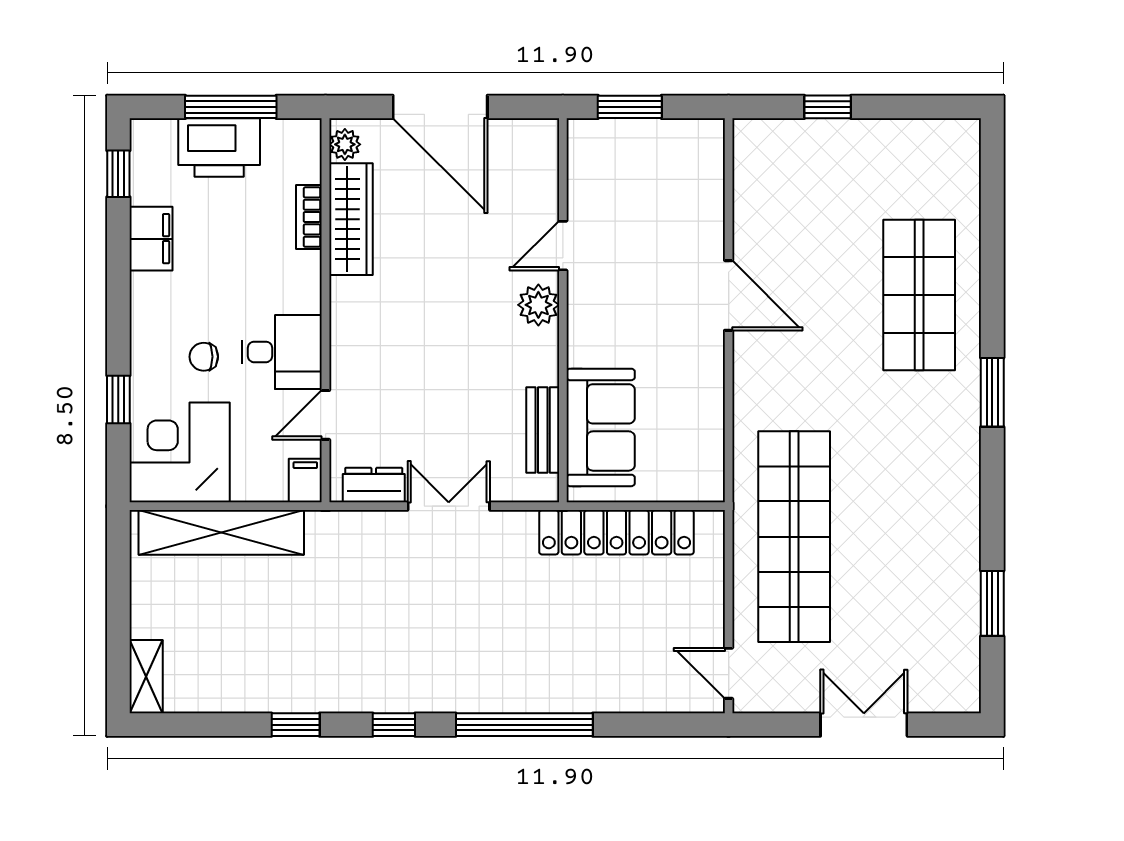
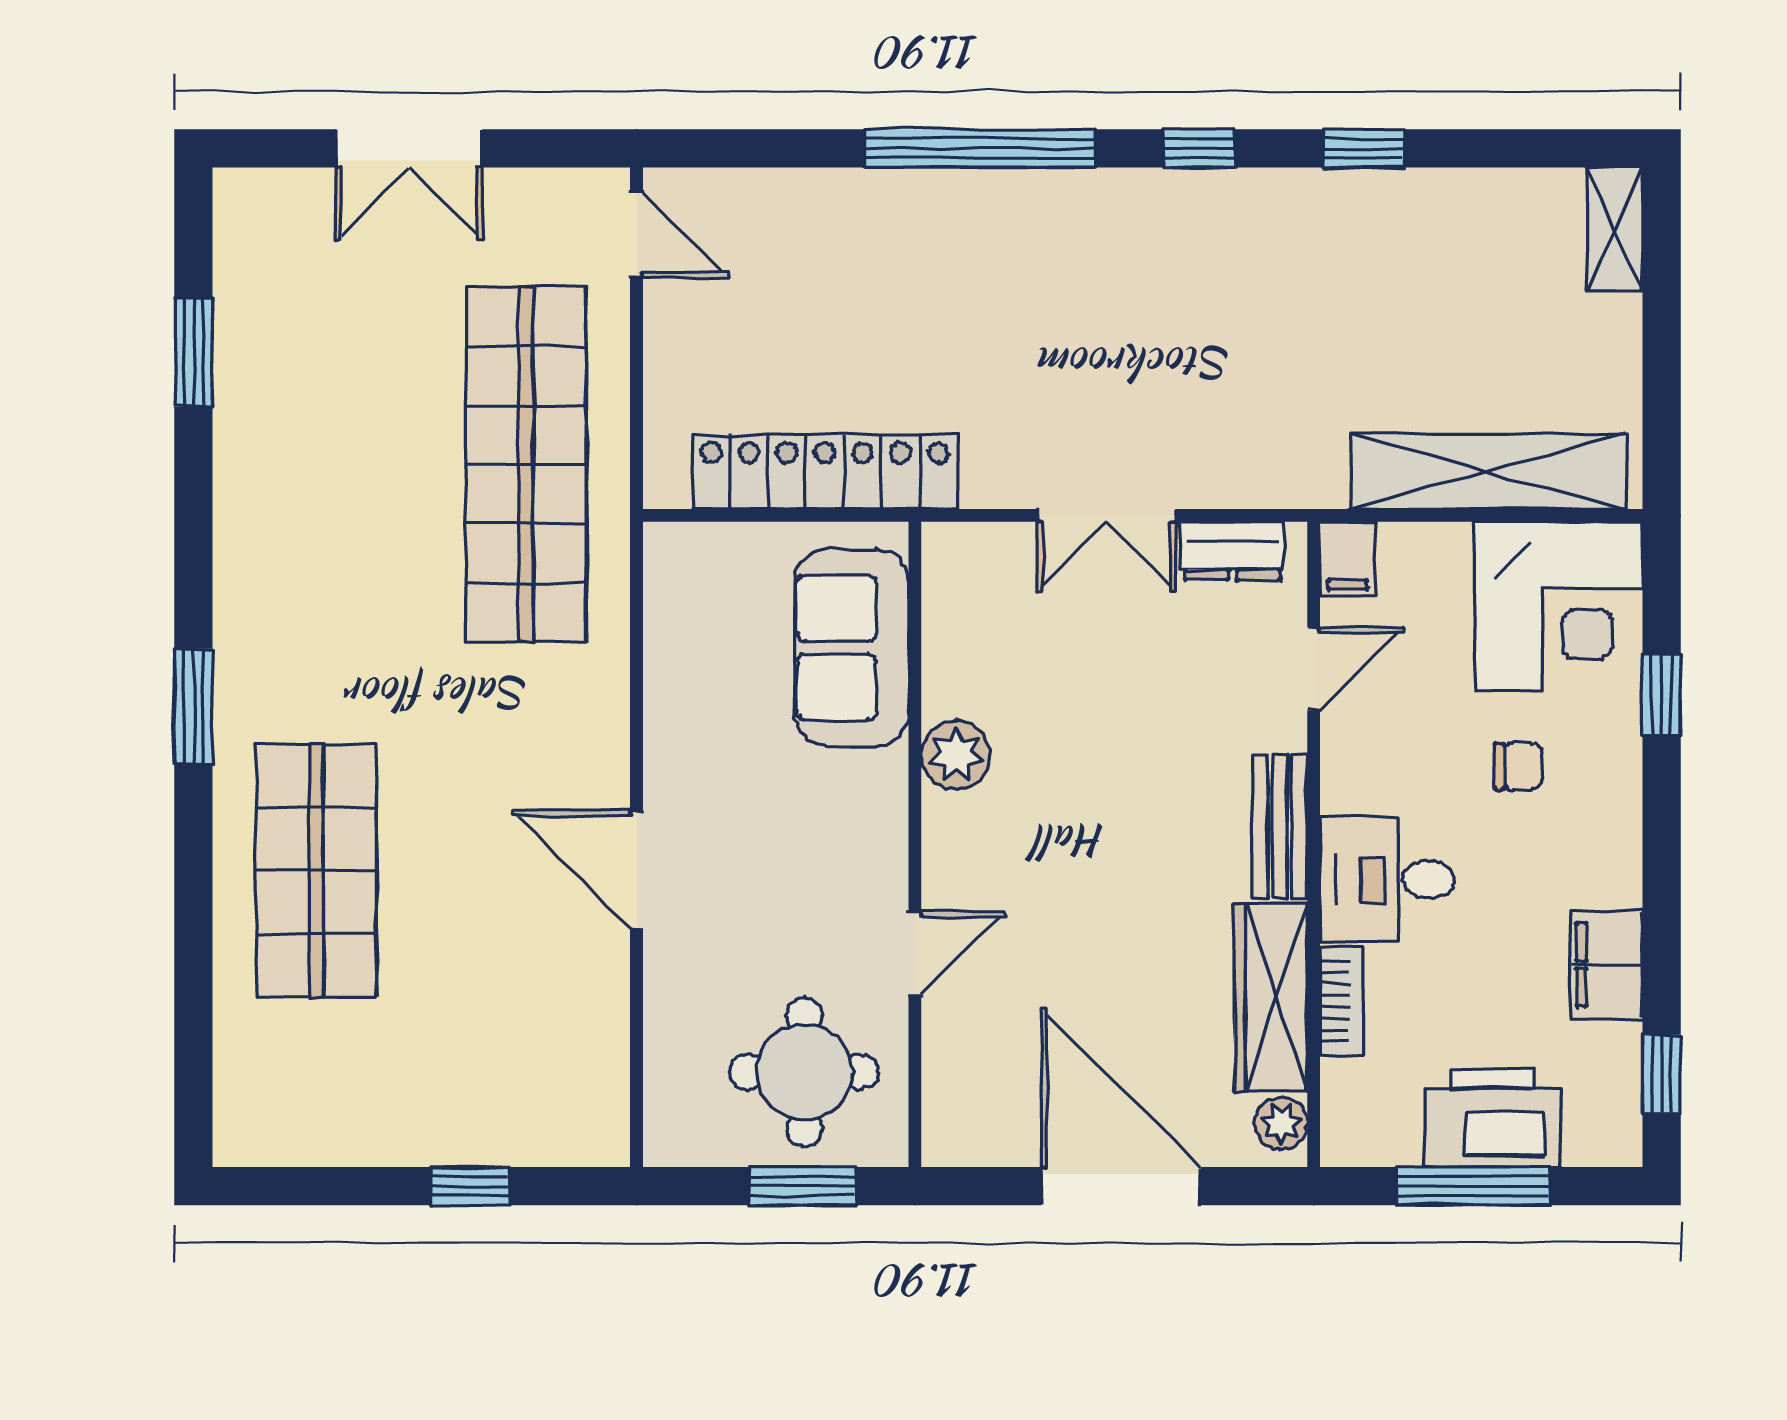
round table: (629, 175) -> (804, 1072), added
plant: (538, 305) -> (956, 755), moved
desk: (282, 352) -> (1387, 880), moved
bench: (543, 430) -> (1280, 826), moved

